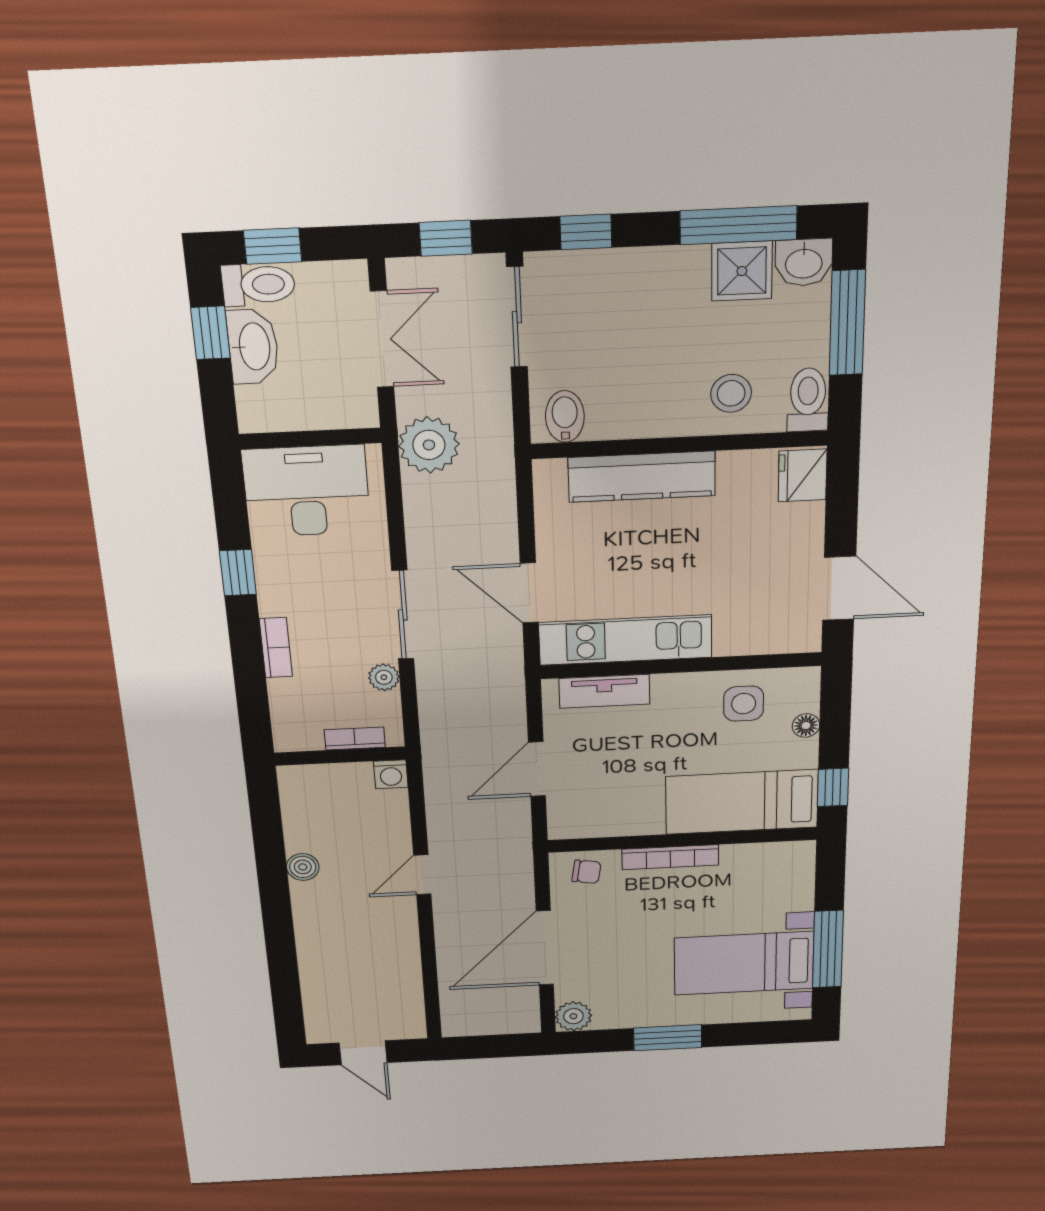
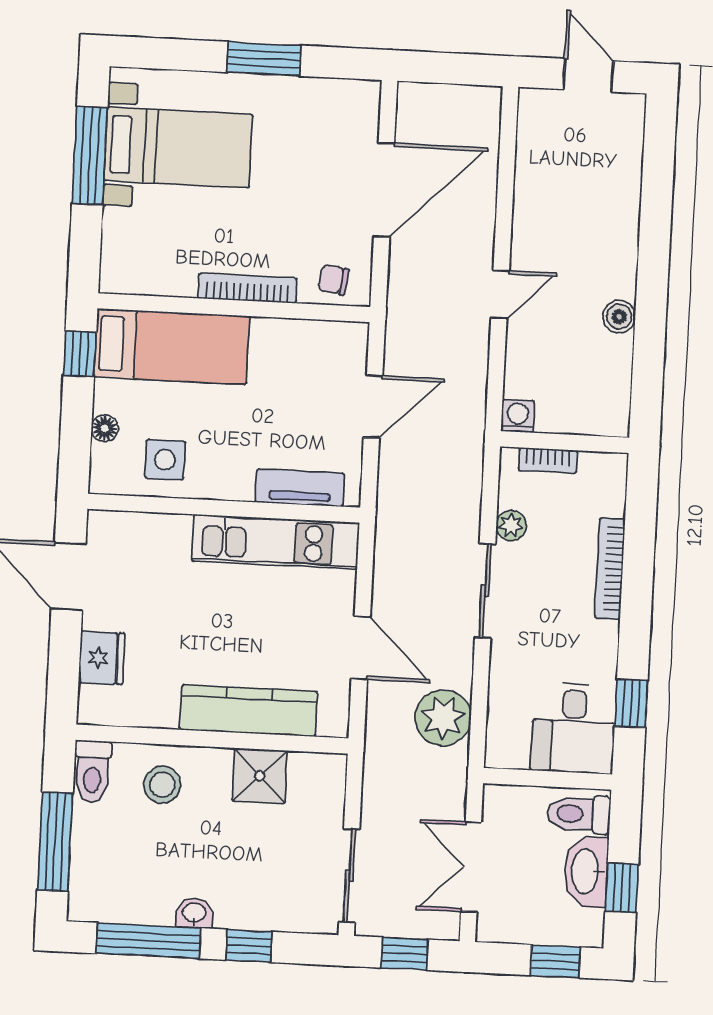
window: (586, 232) -> (249, 946), moved
washbasin: (804, 262) -> (194, 913), moved, width x0.72, depth x0.69
shower: (742, 271) -> (260, 776), moved
toilet: (258, 285) -> (579, 814), moved
bidet: (565, 416) -> (315, 777), removed
plant: (429, 445) -> (443, 718), moved
fridge: (803, 475) -> (102, 658), moved
desk: (307, 491) -> (574, 728), width x0.73
window: (238, 573) -> (631, 704), moved
door: (529, 593) -> (361, 648), moved
bookcase: (276, 648) -> (610, 568), width x1.56
plant: (573, 1016) -> (361, 99), removed

